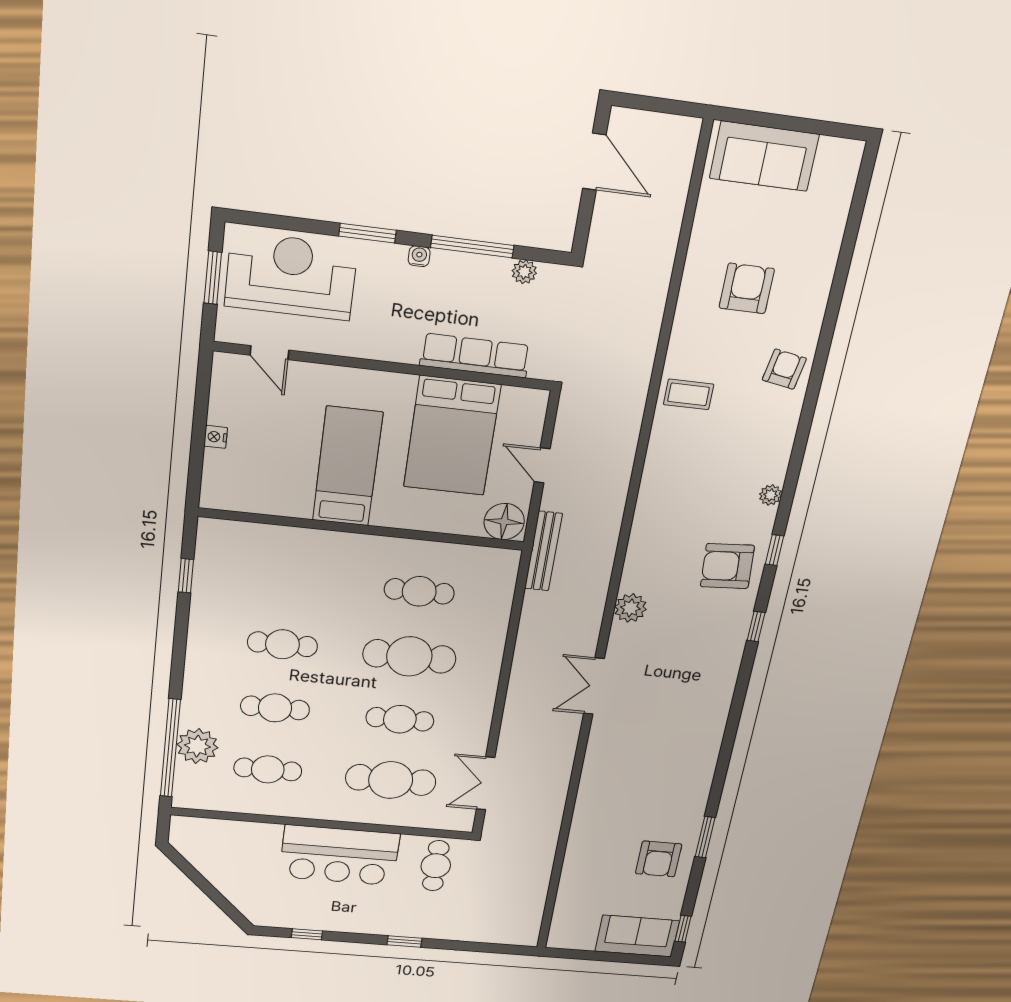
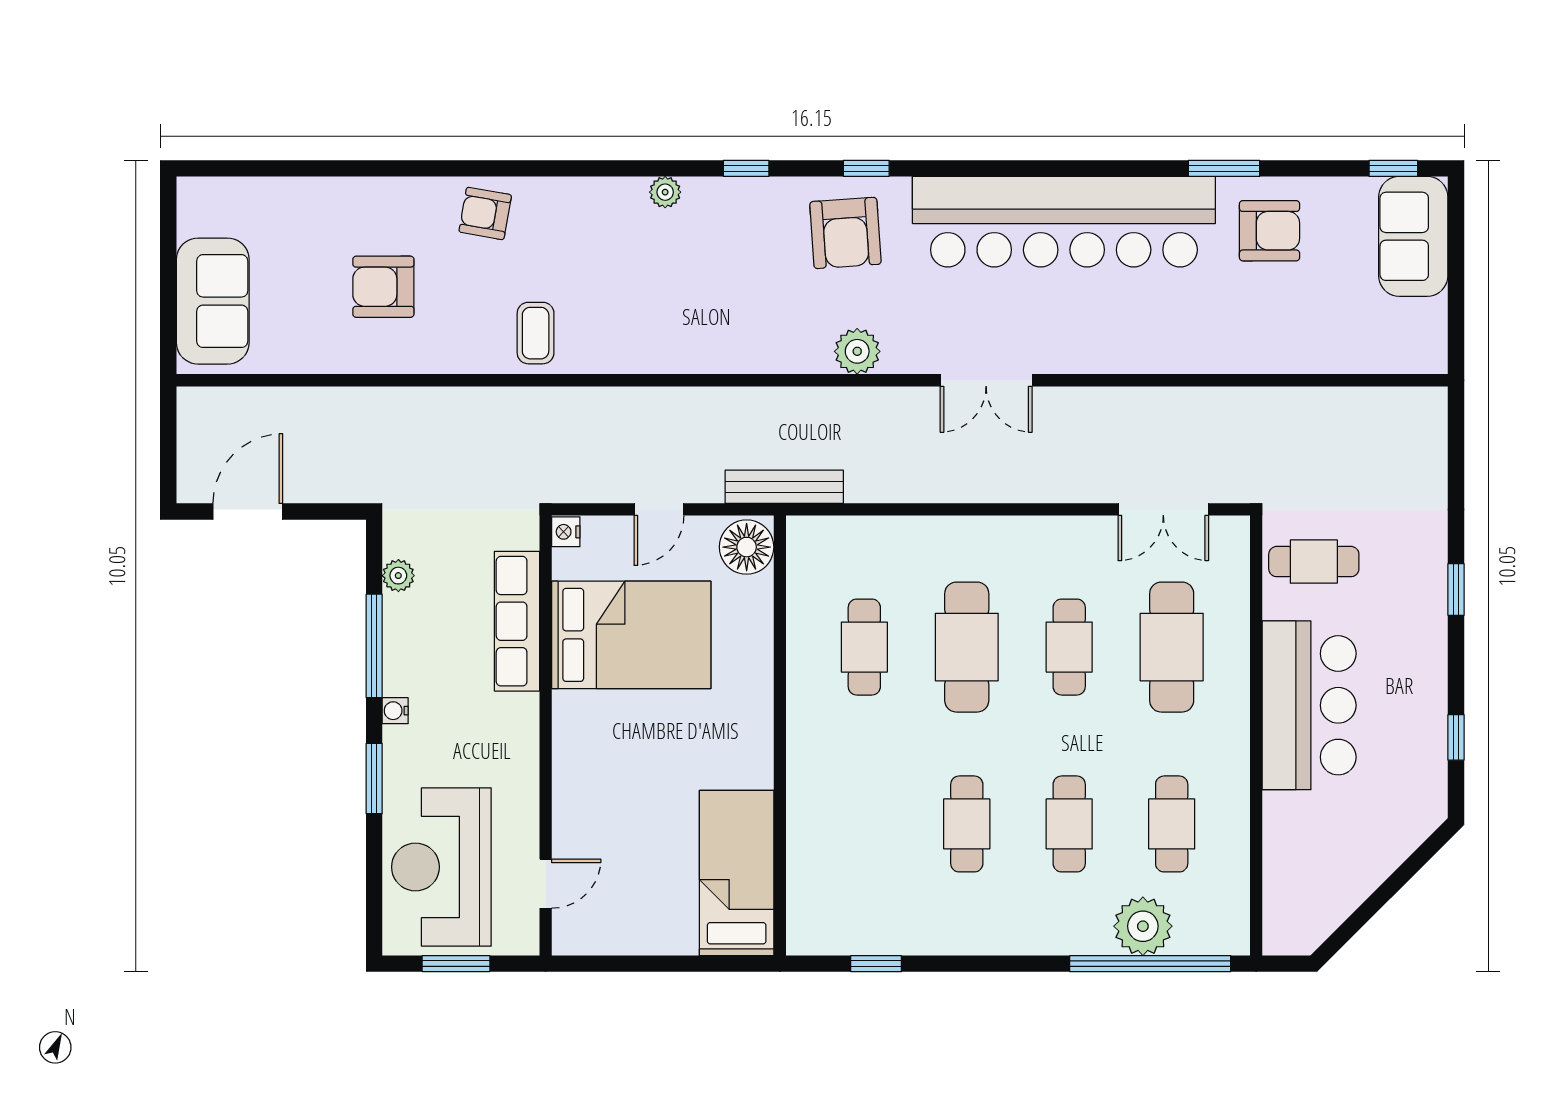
nightstand: (216, 437) -> (566, 532), moved, turned 90
bed: (348, 467) -> (737, 873), moved, turned 90
armchair: (727, 566) -> (845, 233), moved
bar counter: (692, 743) -> (1064, 222), added

